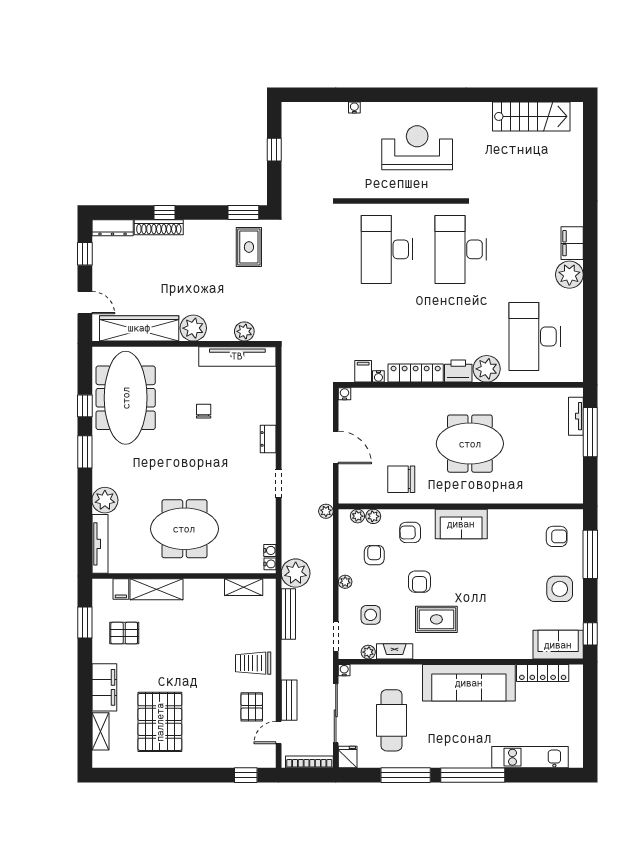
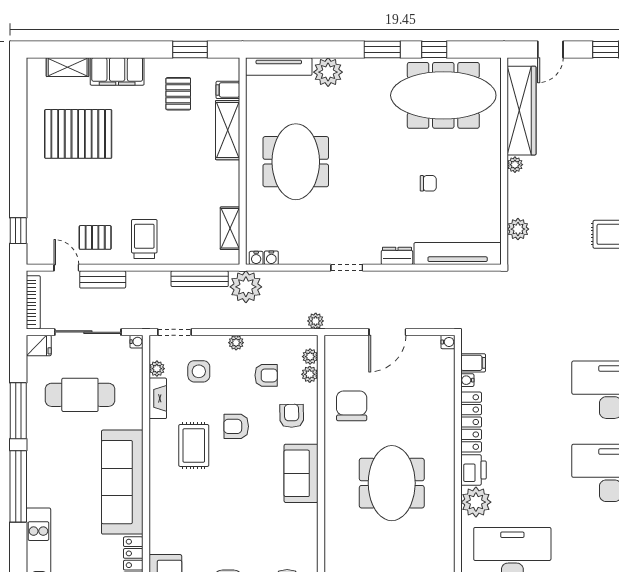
plant: (193, 328) -> (515, 165), width x0.53, depth x0.53
tv unit: (237, 356) -> (458, 254), moved, turned 90

